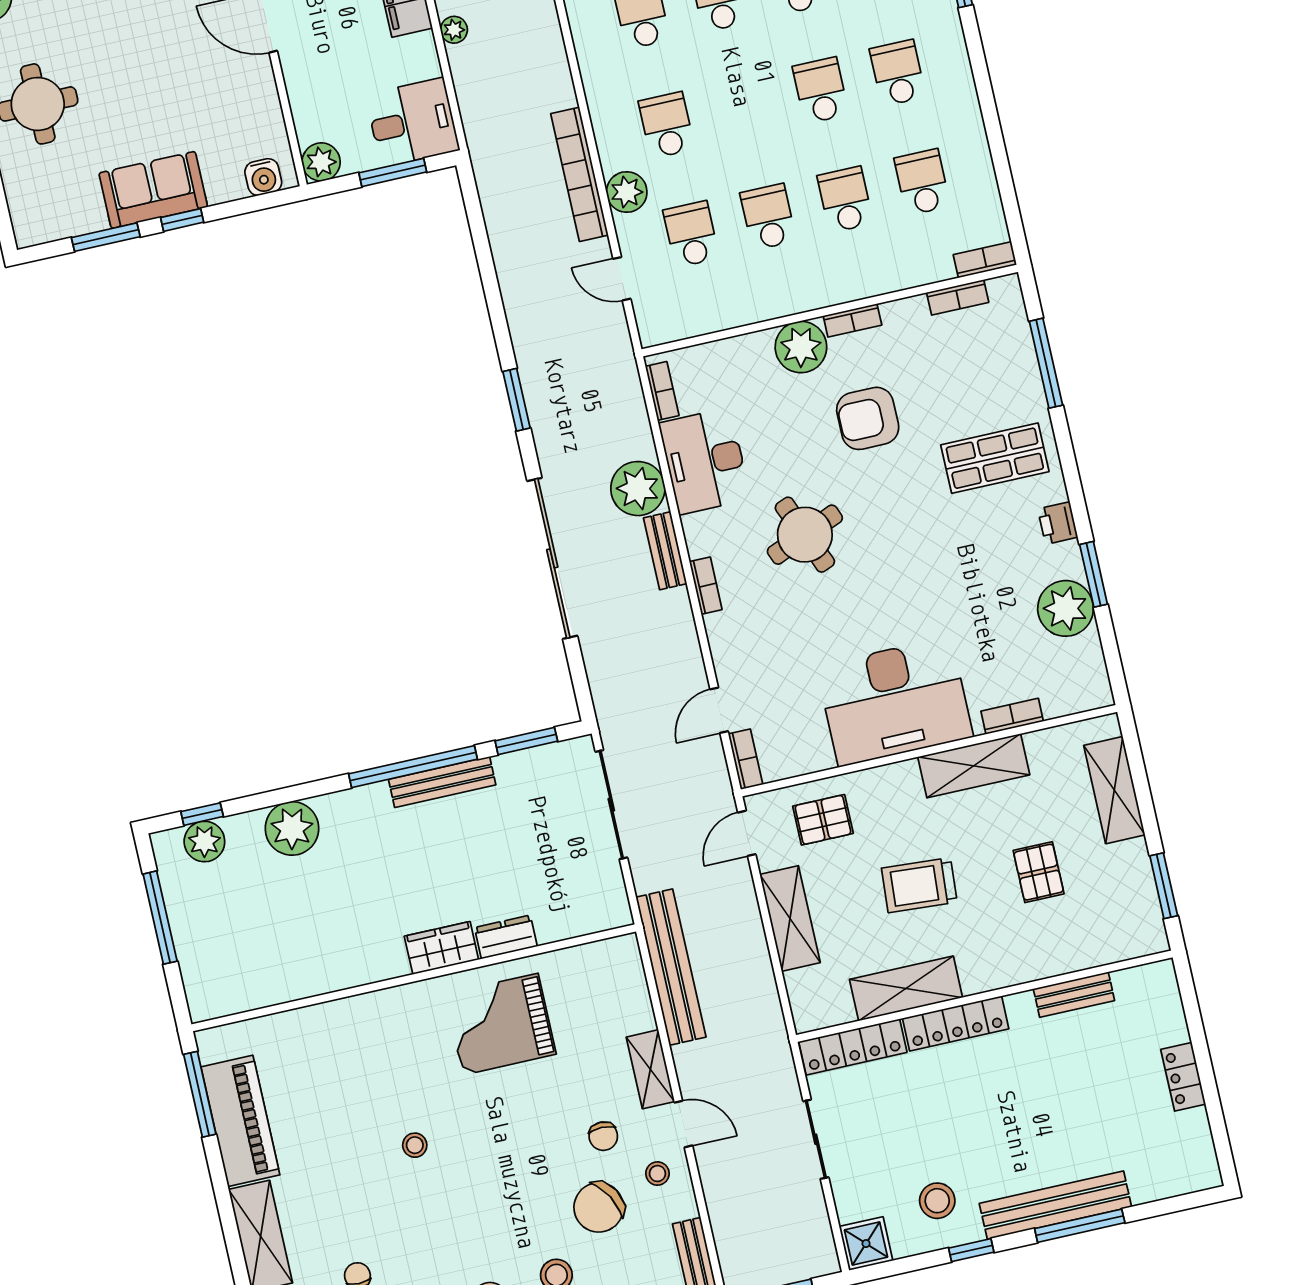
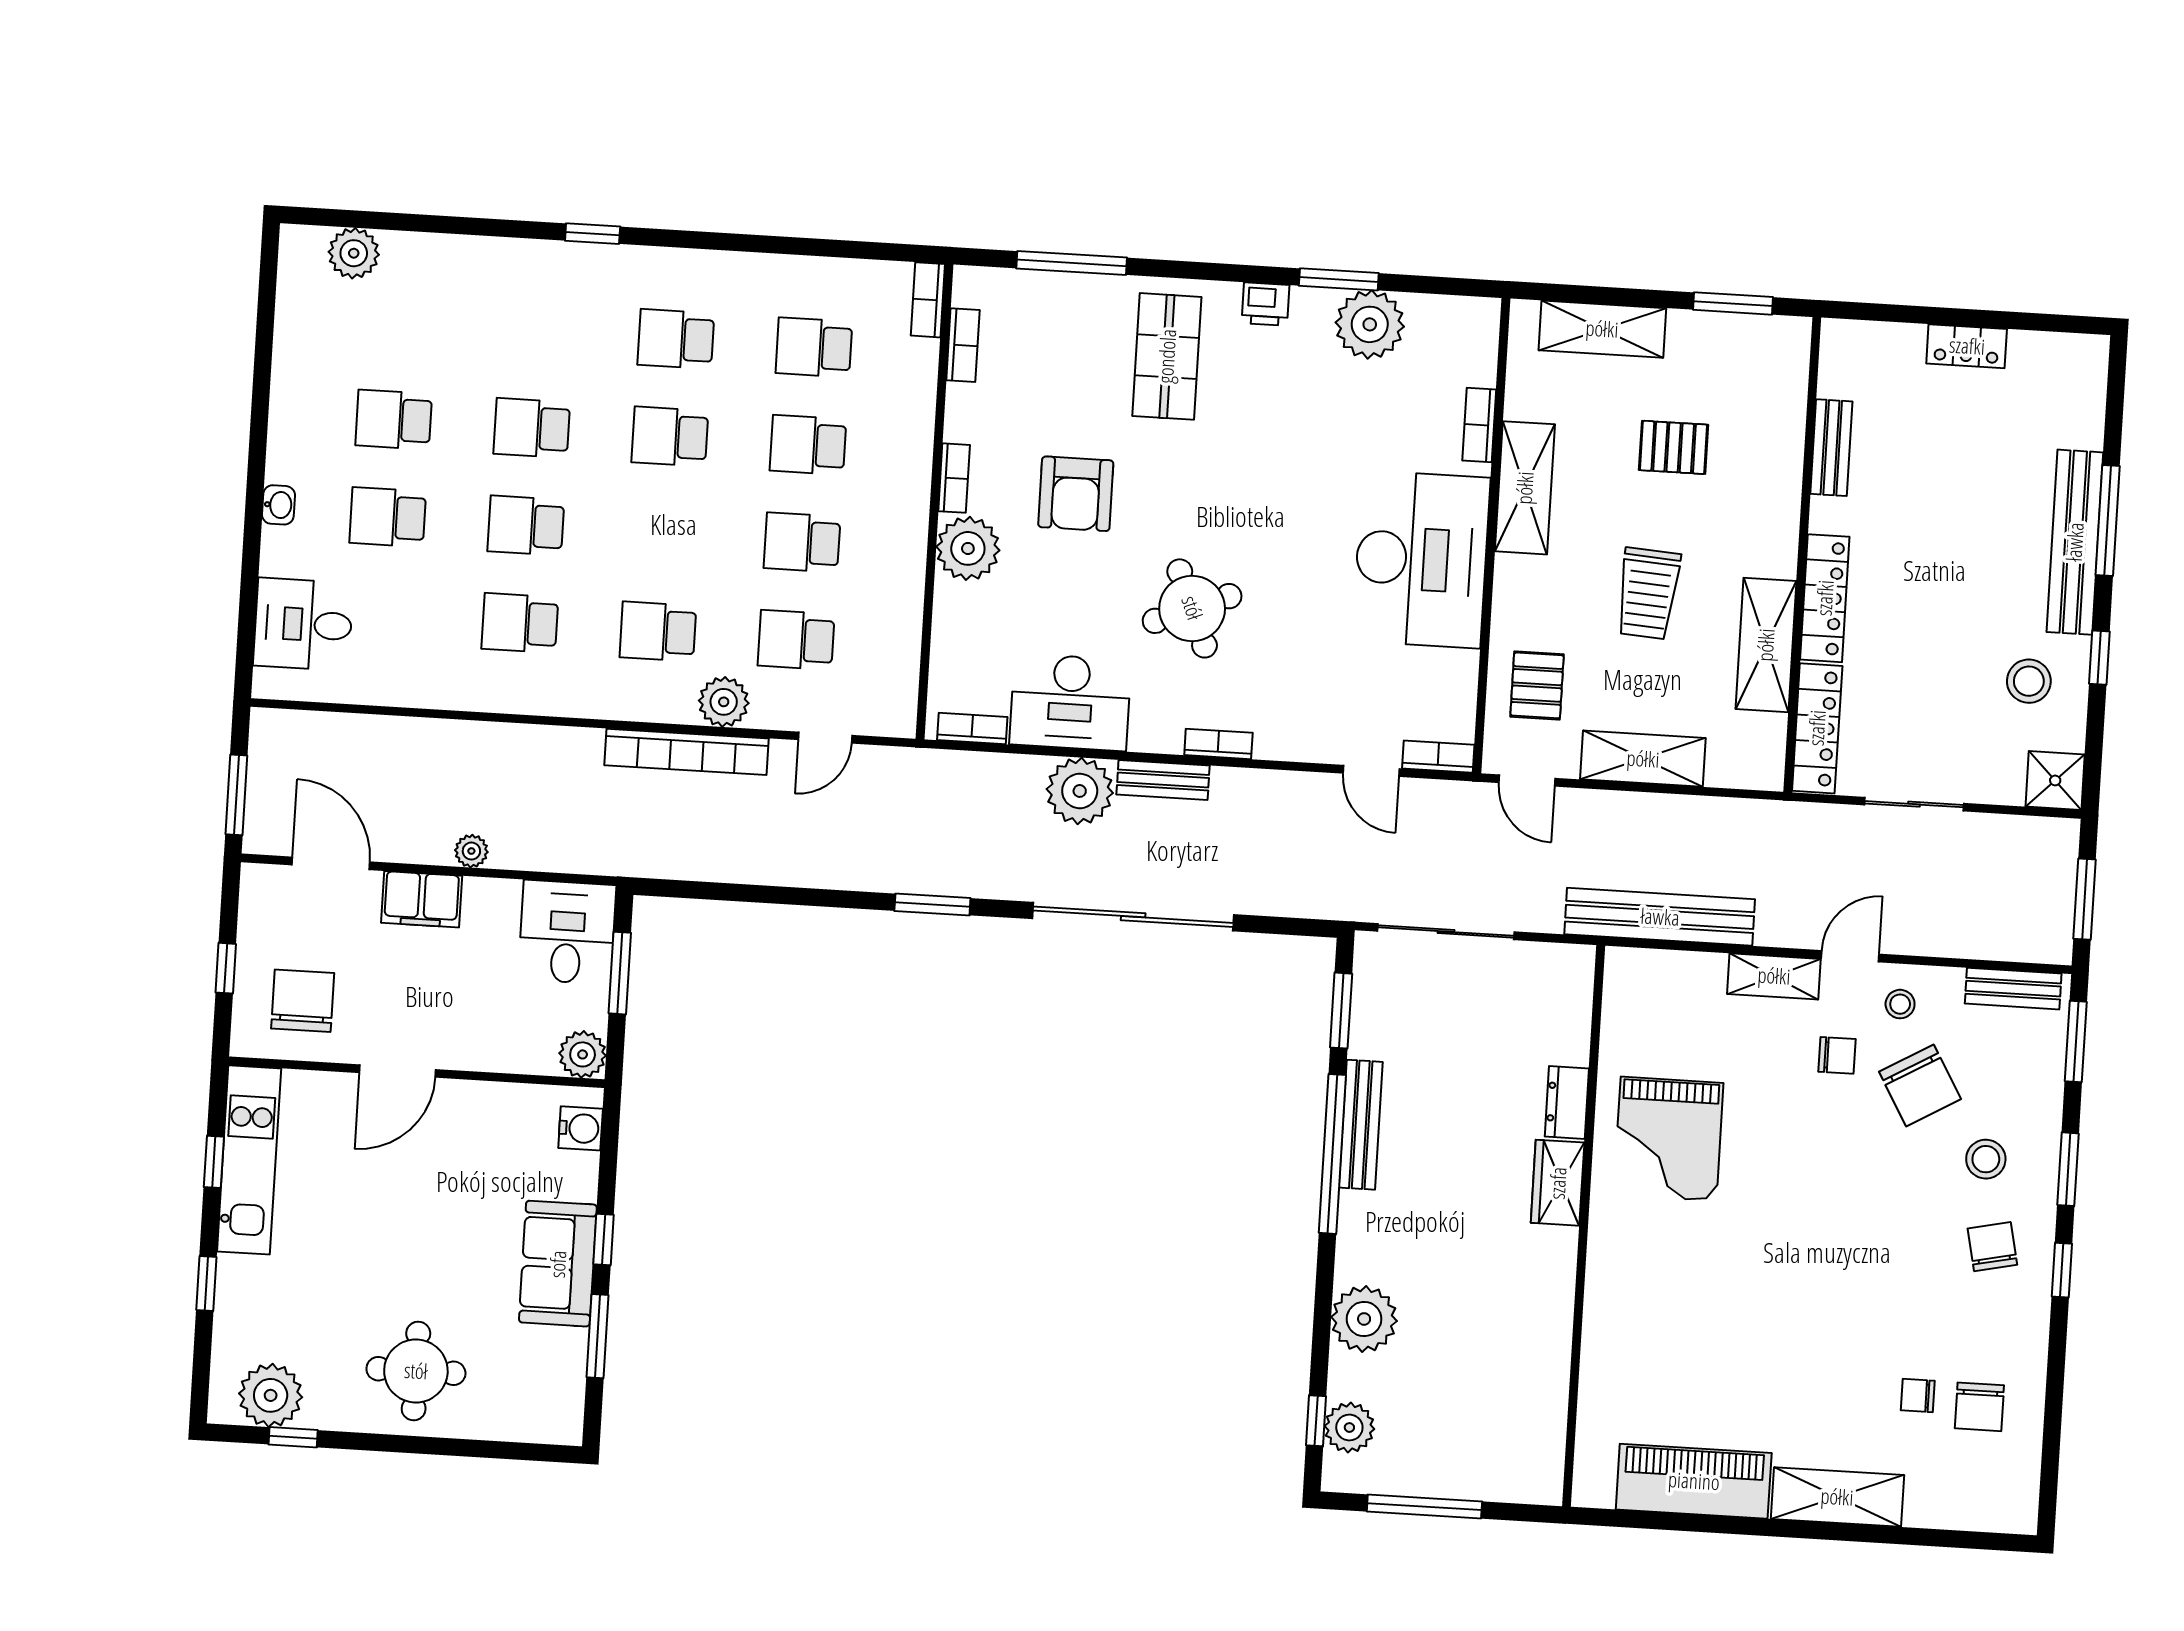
window: (200, 1094) -> (1648, 1520), removed
stool: (415, 1145) -> (1783, 1282), removed

